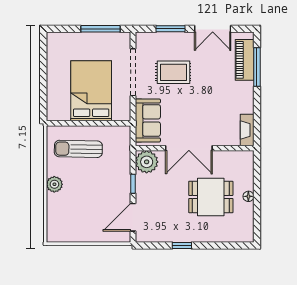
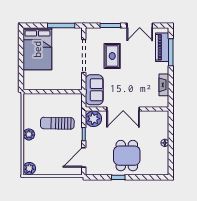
rug: (173, 72) -> (112, 56), turned 90
bed: (91, 91) -> (37, 49), moved, turned 180
fireplace: (247, 130) -> (164, 85), moved
sun lounger: (78, 149) -> (57, 123), moved
dining table: (211, 197) -> (127, 156), moved, turned 90
plant: (55, 233) -> (29, 168), added

